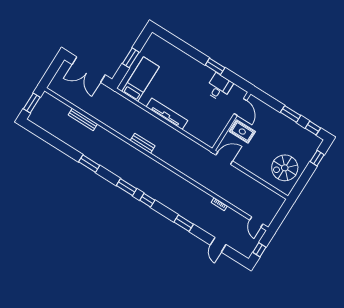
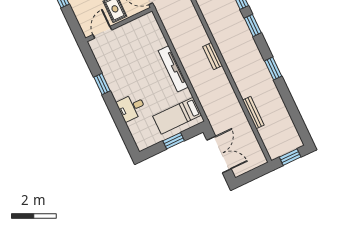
desk: (219, 87) -> (131, 107), moved

